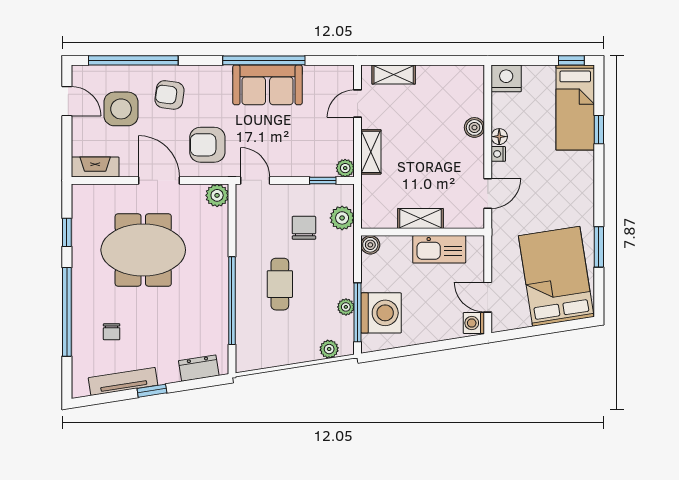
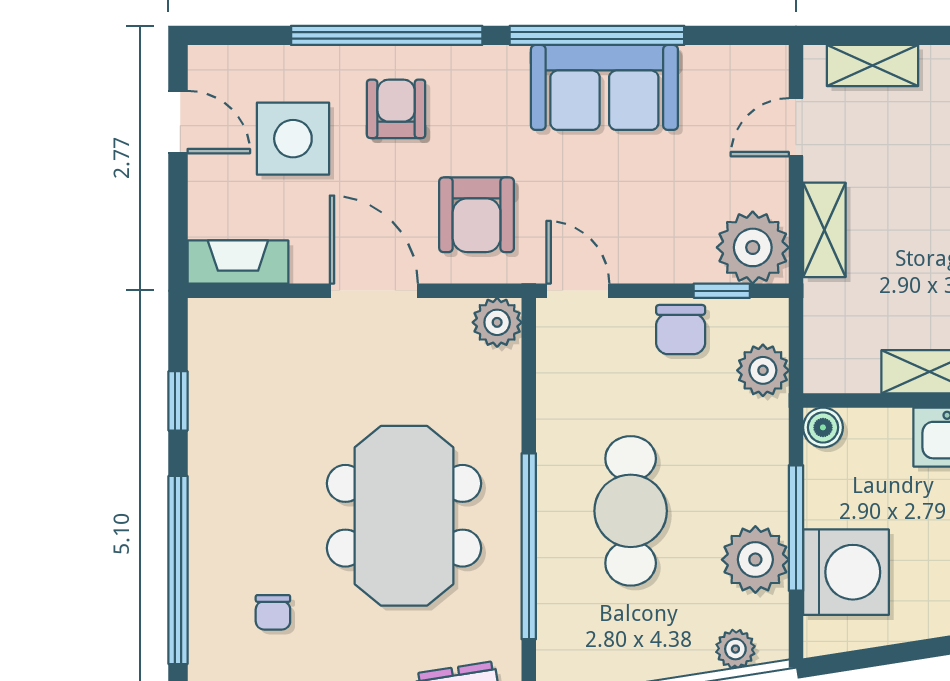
window: (133, 60) -> (387, 35), moved
armchair: (170, 95) -> (396, 109), turned 82
armchair: (207, 145) -> (477, 215), turned -90
plant: (345, 168) -> (753, 247), width x1.88, depth x1.88
chair: (304, 228) -> (681, 330), moved, turned 180
meeting table: (143, 250) -> (404, 516), moved, turned 90
cafe table: (280, 284) -> (631, 511), width x1.37, depth x1.35
plant: (346, 307) -> (755, 560), width x1.88, depth x1.88
window: (358, 312) -> (796, 528), moved

